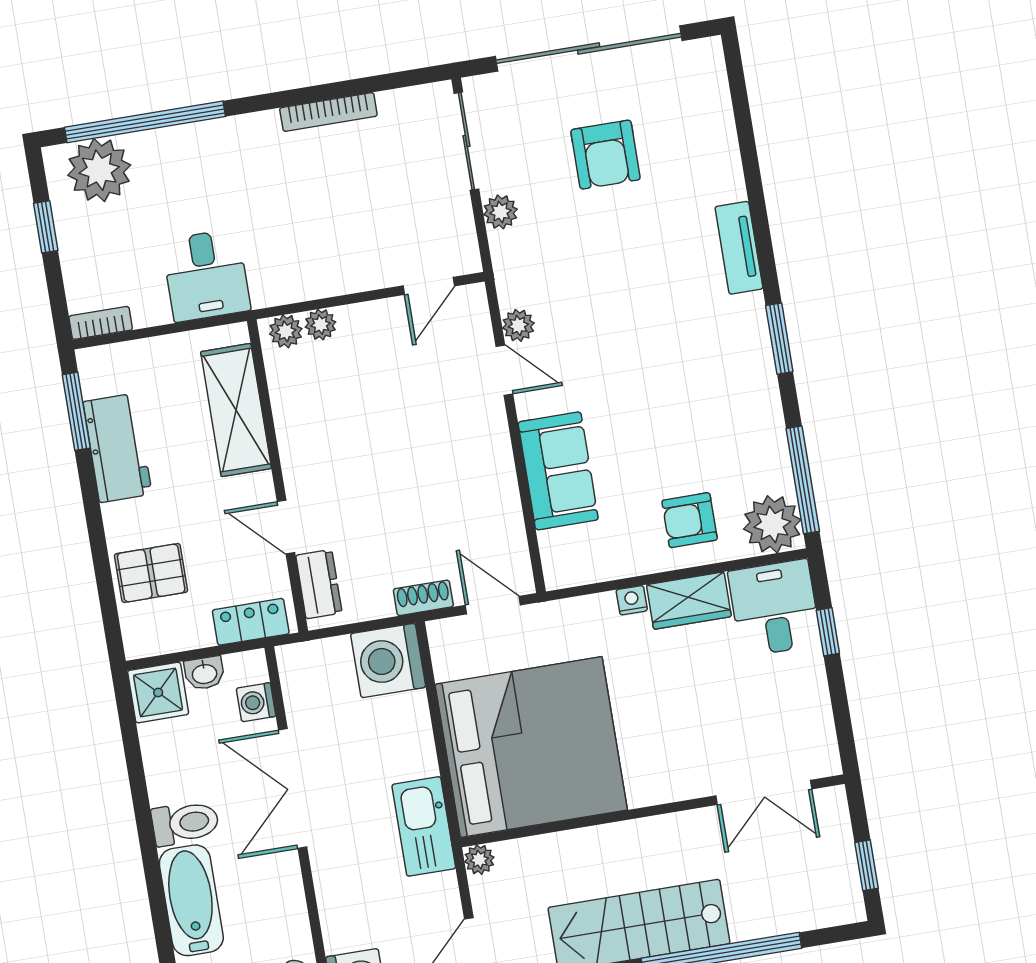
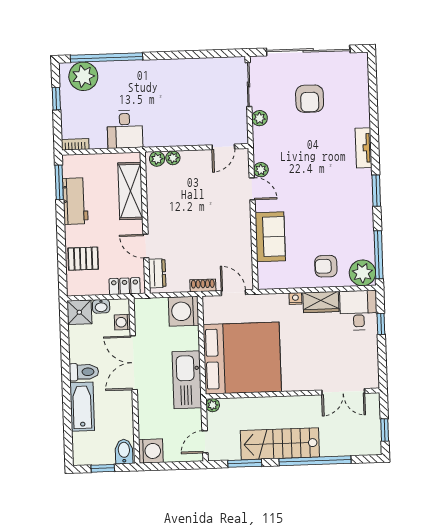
bookcase: (328, 112) -> (189, 64), removed
kitchen sink: (424, 826) -> (187, 380), width x1.36, depth x1.24

